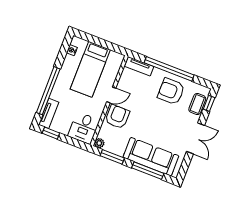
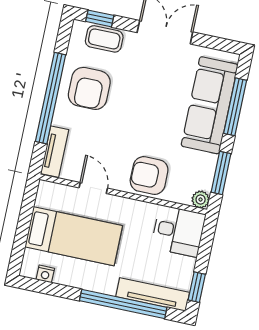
door: (111, 95) -> (93, 188), moved
tv unit: (49, 113) -> (153, 295), width x1.41

